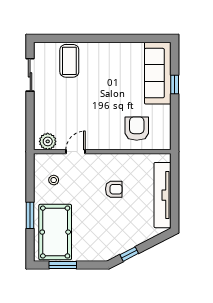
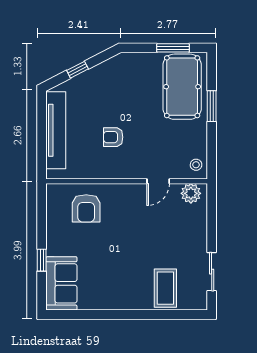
sofa: (158, 73) -> (61, 283), width x0.73
stool: (54, 180) -> (196, 165), moved
window: (129, 254) -> (77, 70), moved

